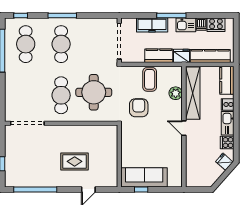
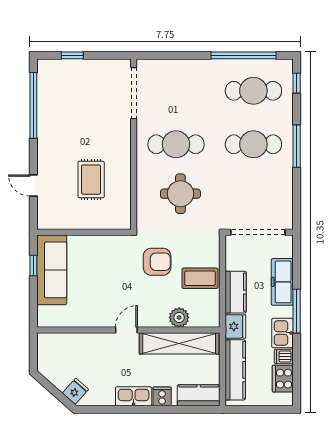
round table: (94, 92) -> (180, 194), width x0.73, depth x0.73
cooker: (227, 143) -> (104, 396), removed
rug: (75, 161) -> (91, 180), moved

